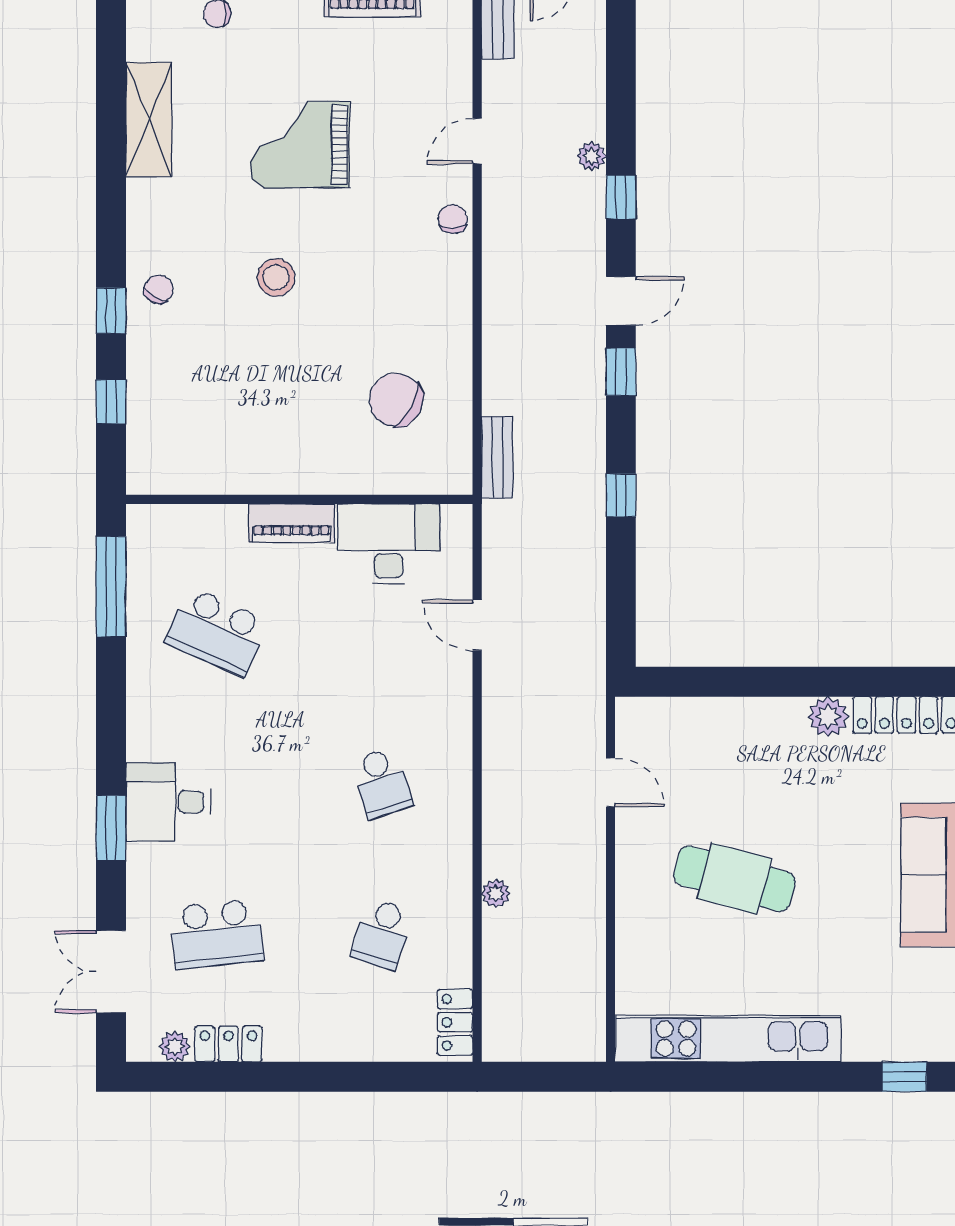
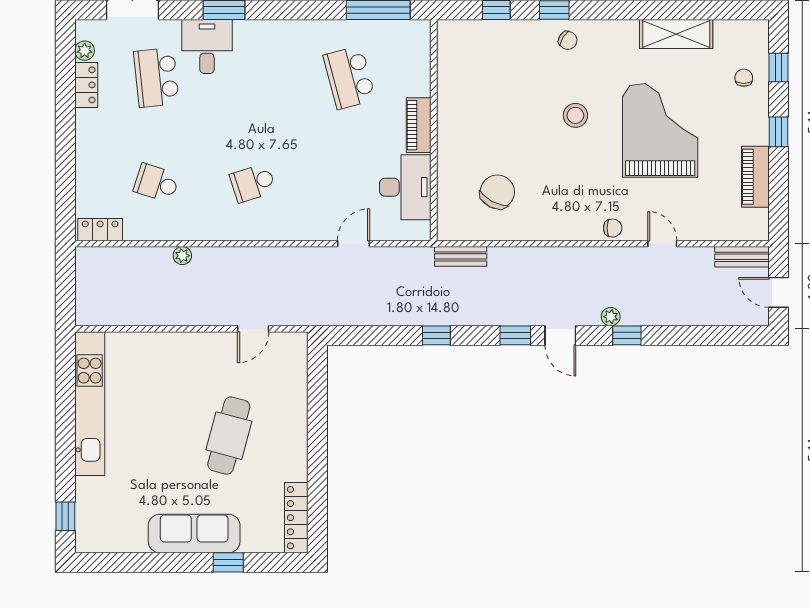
grand piano: (300, 145) -> (660, 130), width x1.37, depth x1.48
plant: (591, 156) -> (611, 317), moved
school desk: (217, 632) -> (349, 77), turned -39
plant: (828, 717) -> (295, 468), removed
desk: (168, 802) -> (207, 47), moved
cafe table: (734, 879) -> (229, 436), moved

